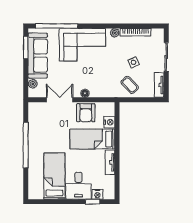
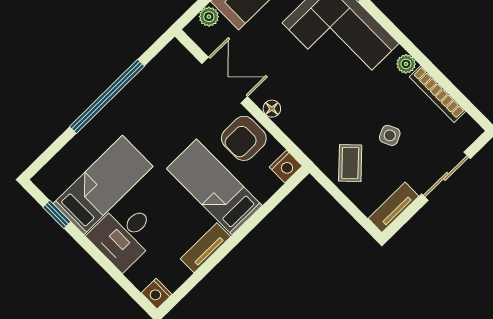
nightstand: (109, 122) -> (286, 167), moved
nightstand: (97, 194) -> (157, 294), moved
window: (93, 202) -> (57, 214), moved

